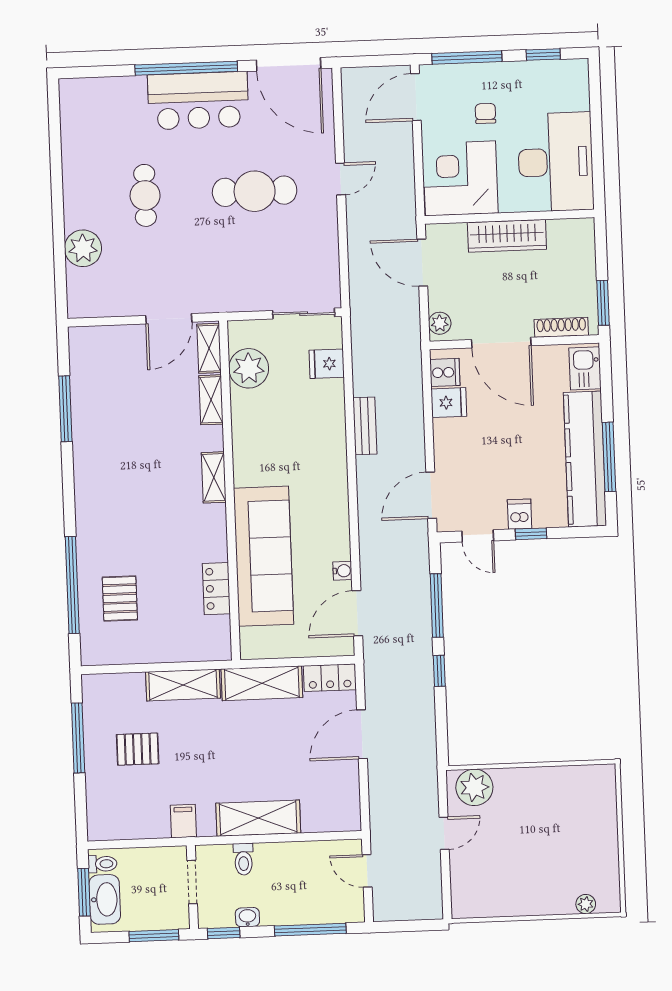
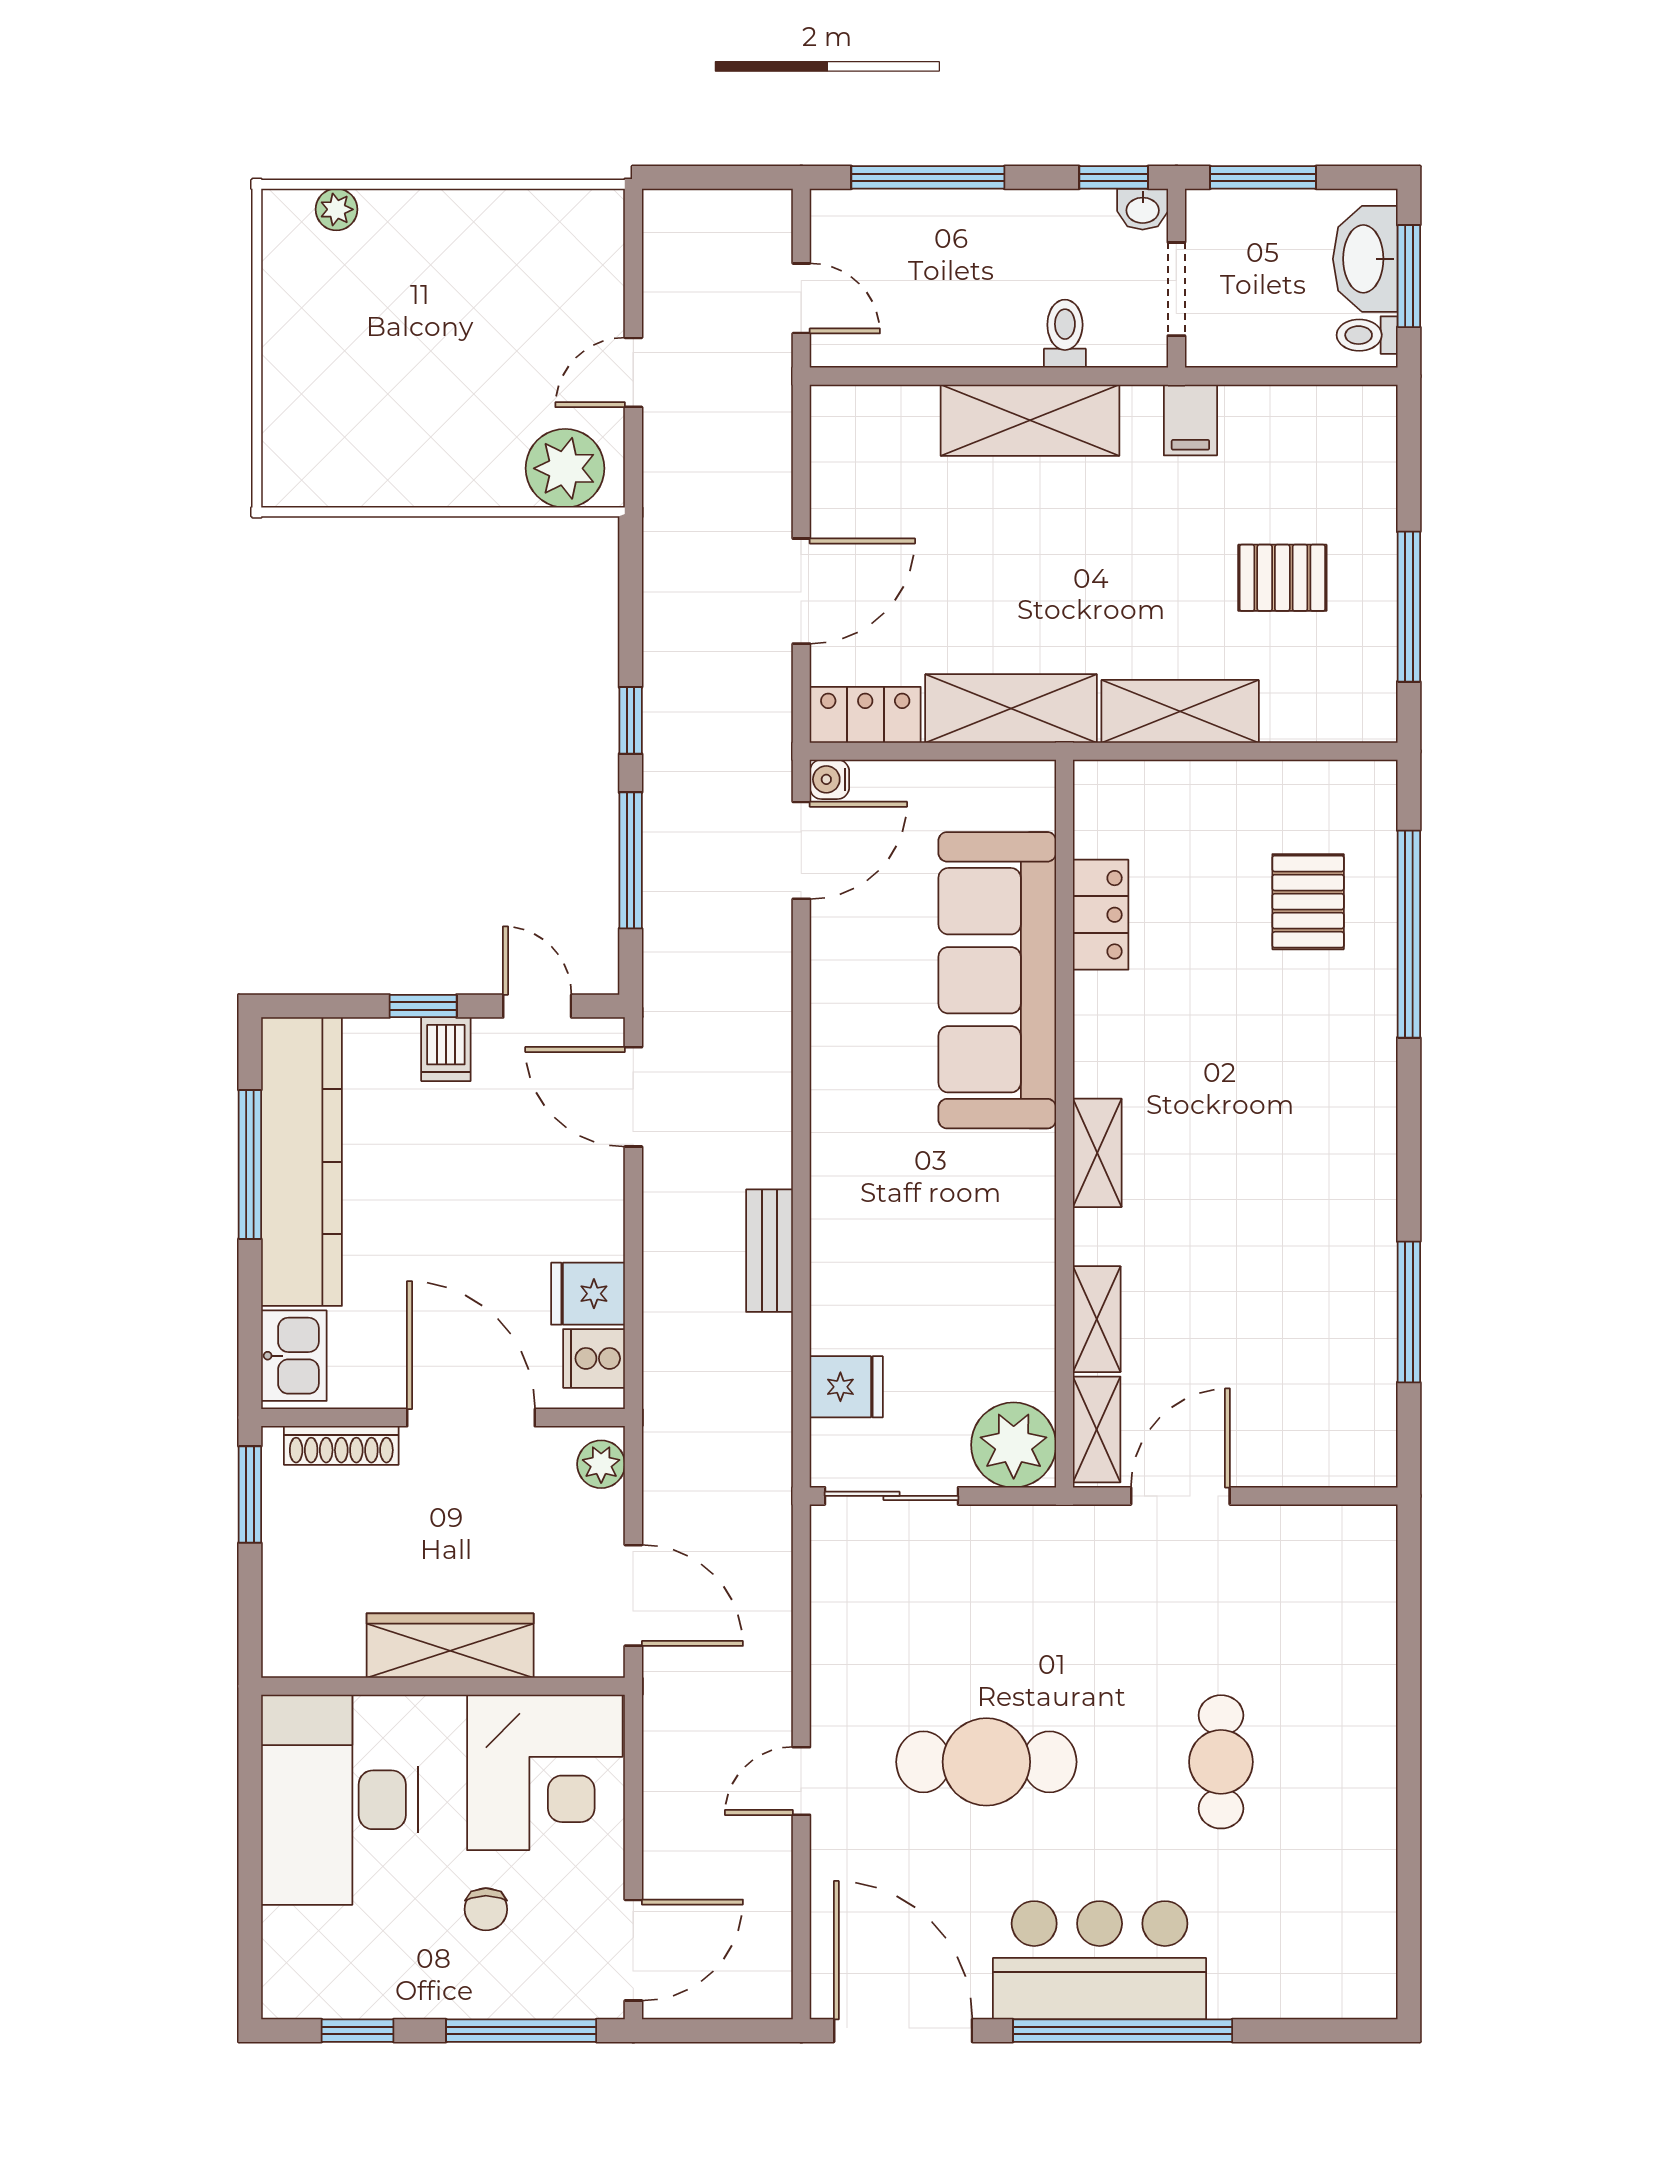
plant: (83, 248) -> (1358, 1654), removed
plant: (249, 368) -> (1014, 1445), moved
door: (431, 495) -> (633, 1097), swing flipped
water cooler: (342, 571) -> (829, 779), moved
washbasin: (247, 917) -> (1143, 209), moved

